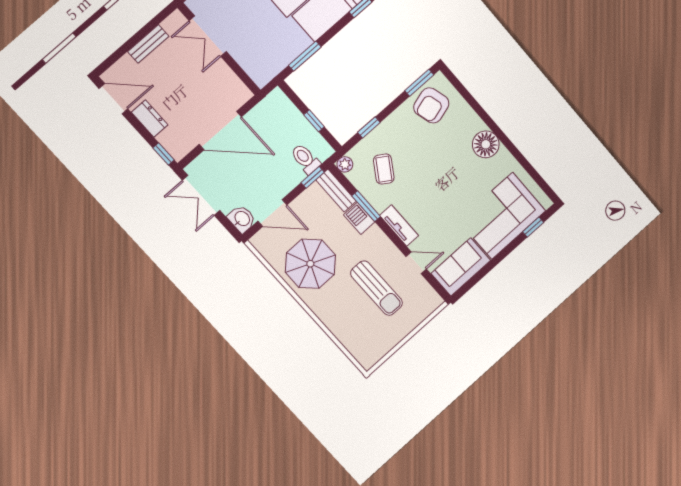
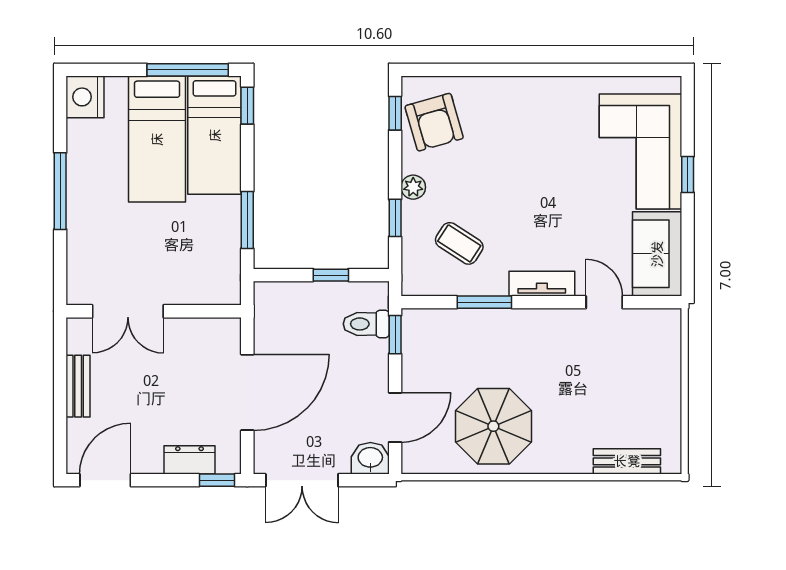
window: (419, 83) -> (395, 113), width x0.67
dresser: (150, 119) -> (189, 460), moved
floor lamp: (486, 144) -> (538, 97), removed
plant: (345, 164) -> (413, 187), moved
bench: (336, 191) -> (627, 461), moved
barbecue: (359, 218) -> (491, 323), removed
window: (533, 227) -> (688, 174), moved
door: (416, 263) -> (604, 302), hinge flipped
sun lounger: (377, 288) -> (592, 375), removed

